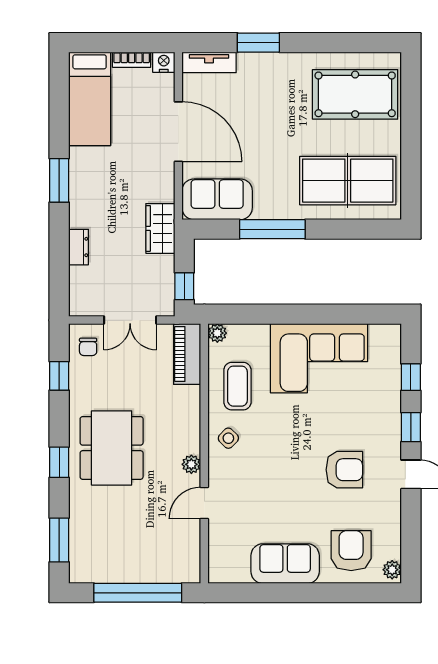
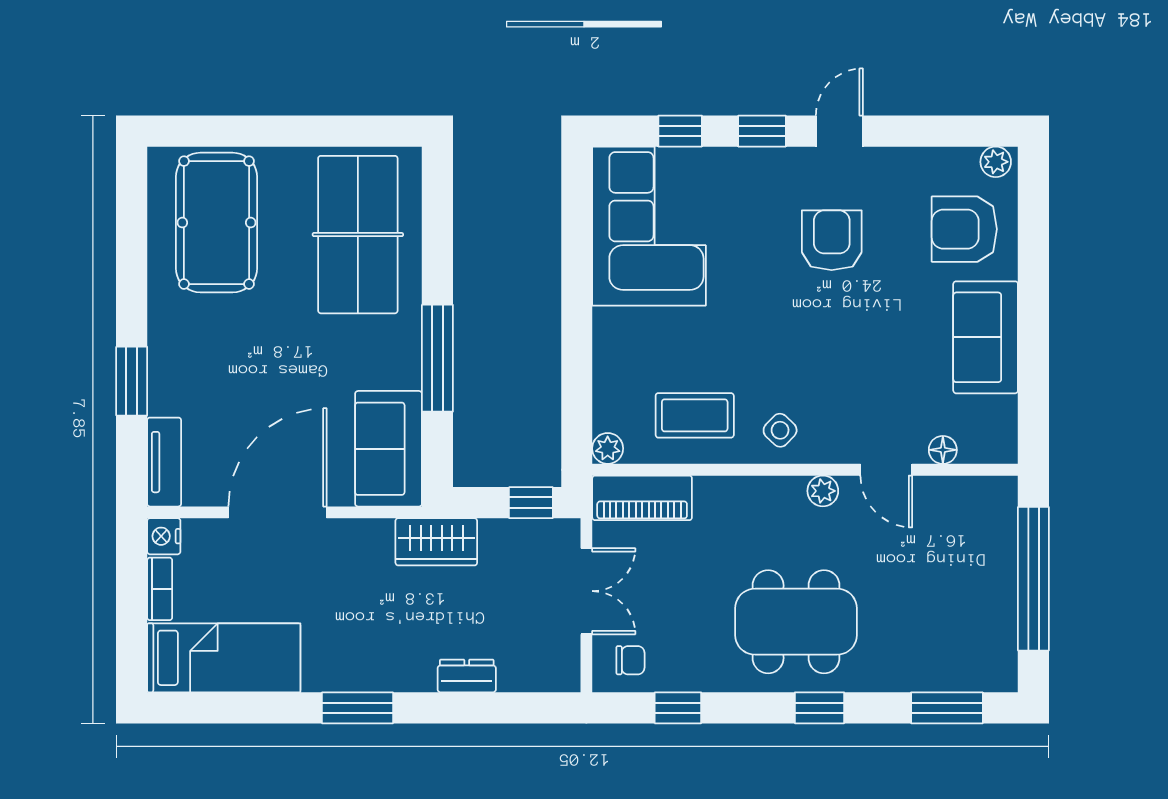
corner sofa: (319, 358) -> (649, 226), moved
floor lamp: (216, 538) -> (943, 450), added

